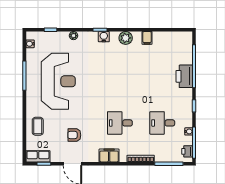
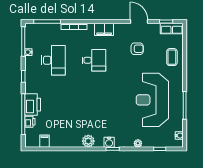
filing cabinet: (147, 38) -> (45, 141), moved
desk: (162, 123) -> (53, 60), width x1.37
printer: (187, 151) -> (30, 122), moved

